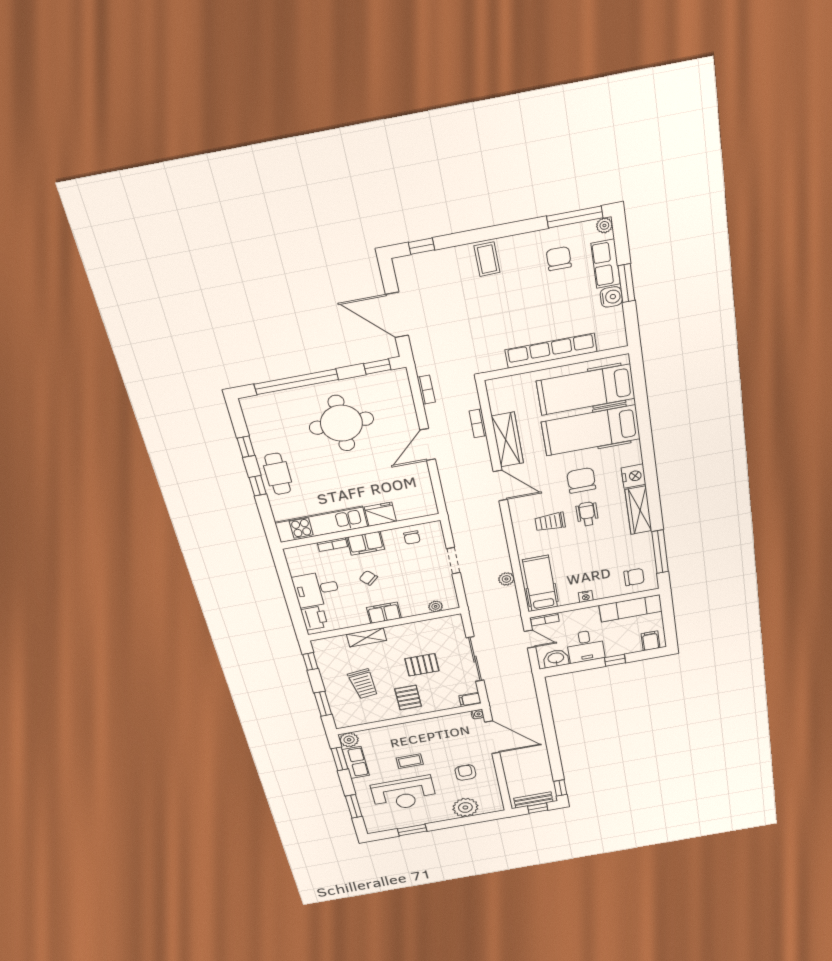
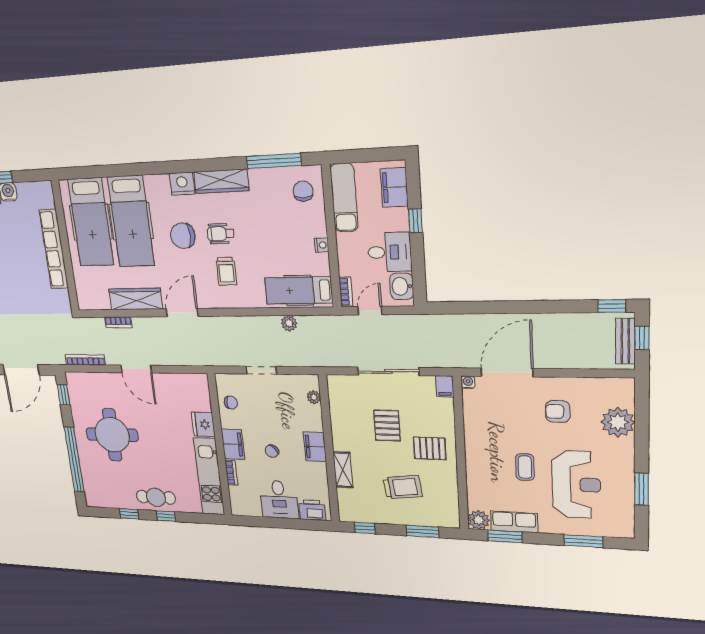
bookcase: (426, 390) -> (85, 360), width x1.56
filing cabinet: (651, 641) -> (394, 187), width x2.00

